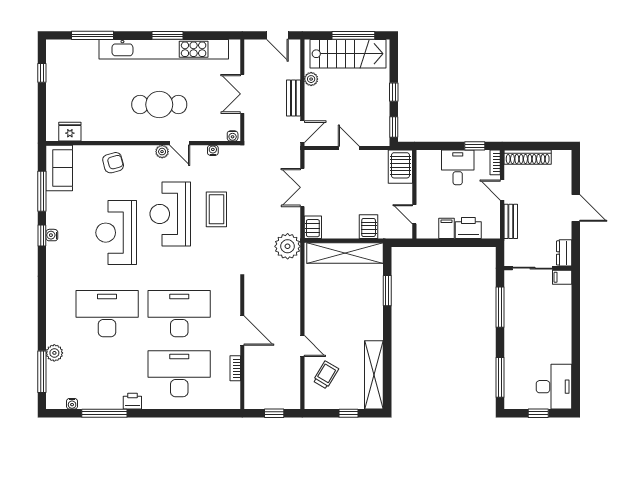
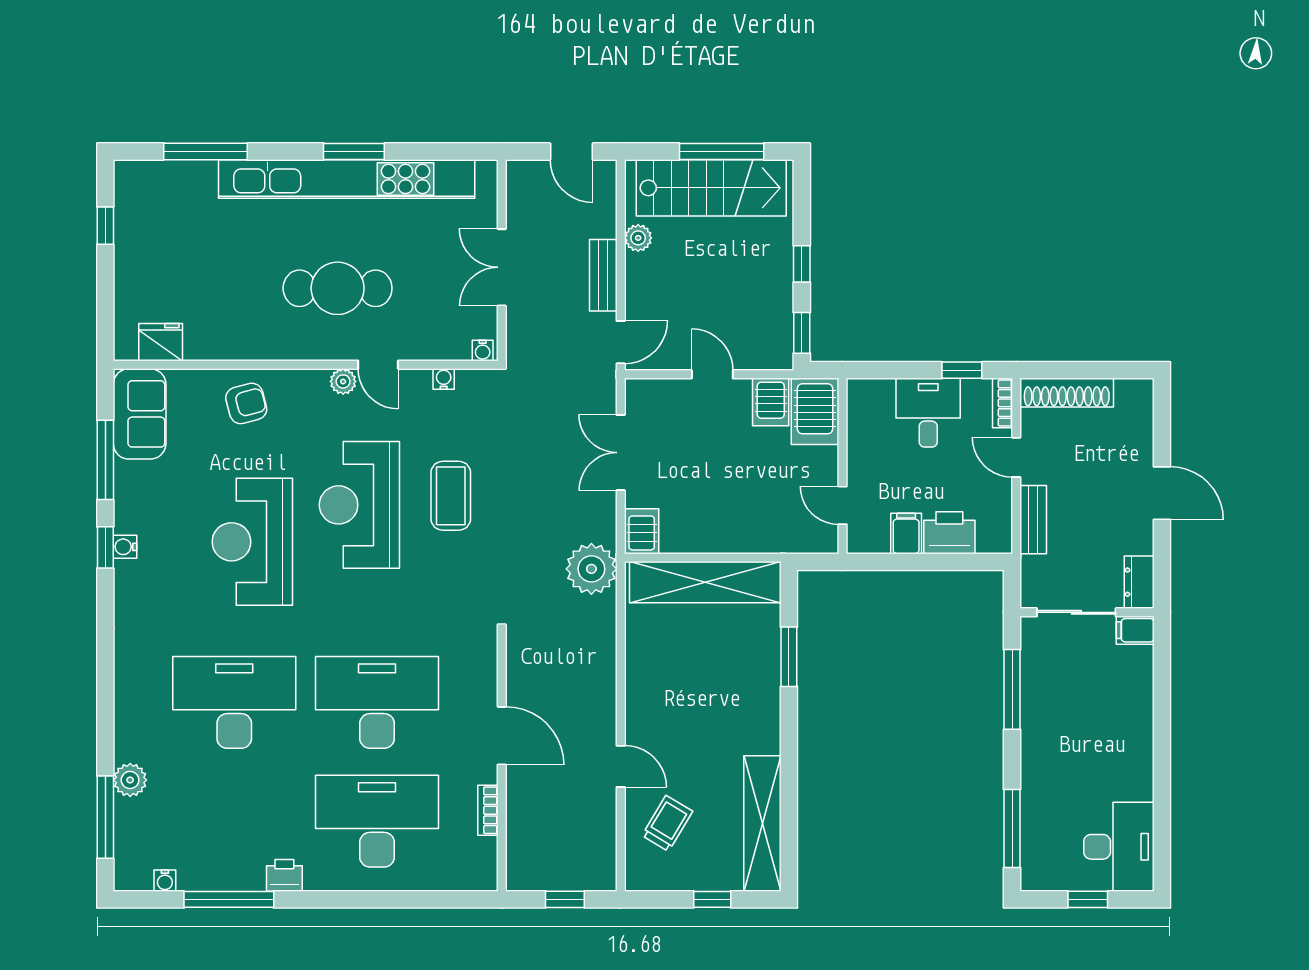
server rack: (369, 227) -> (771, 402), moved, turned 180

